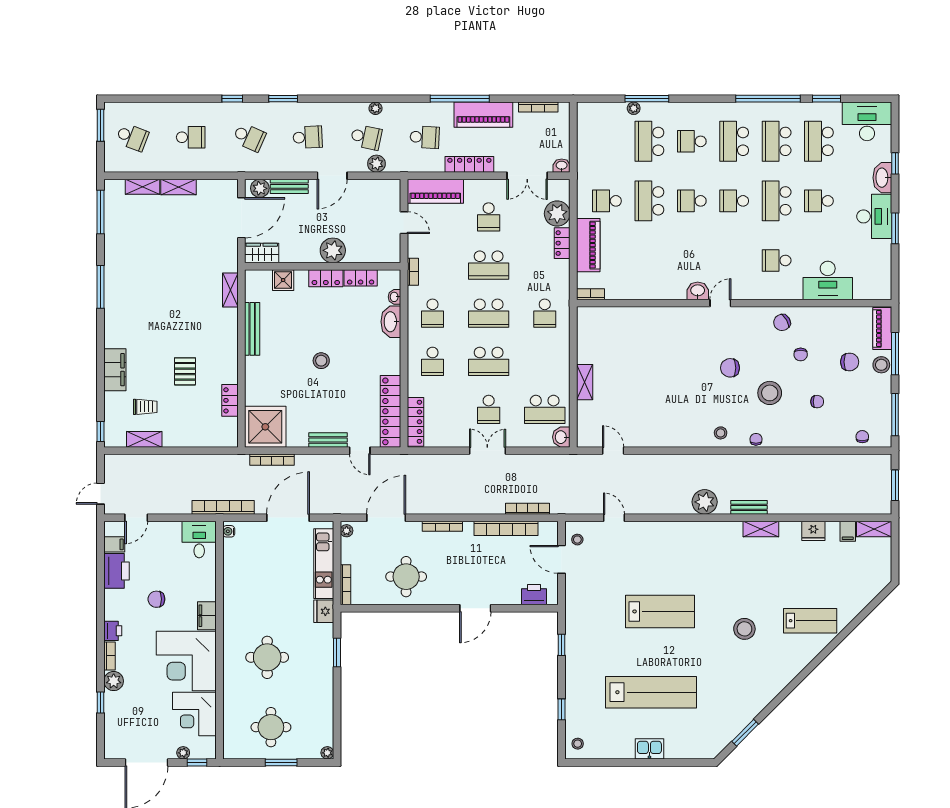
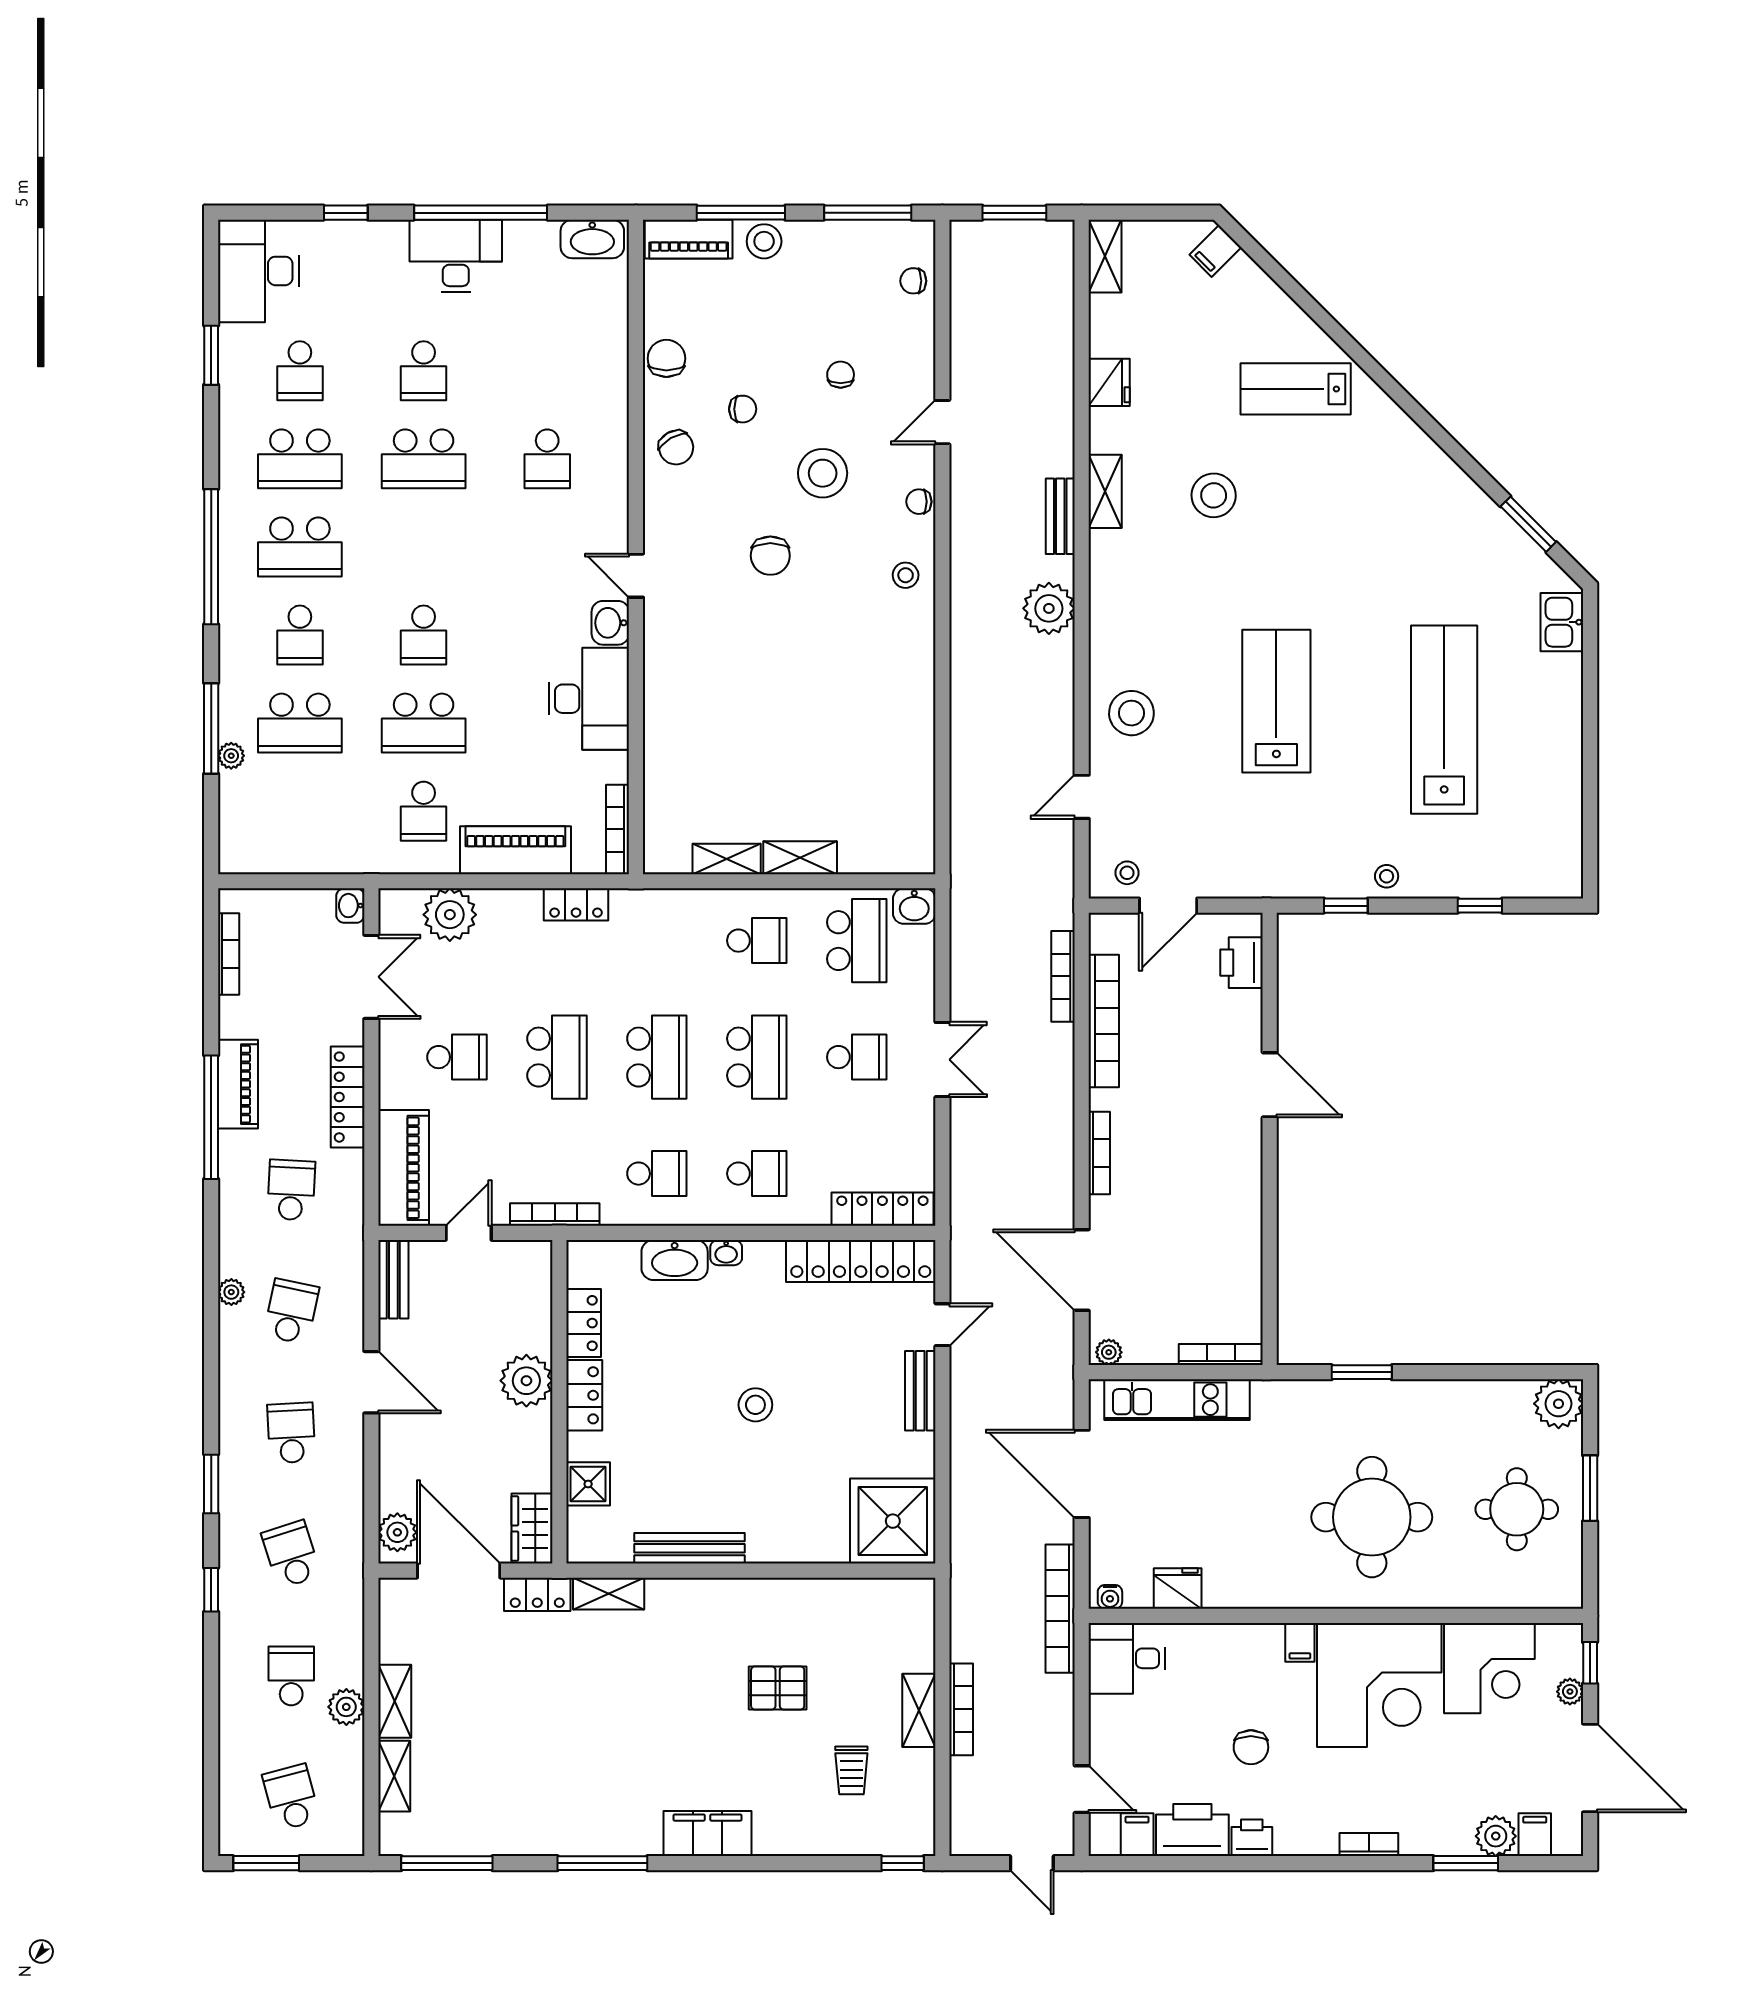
window: (768, 99) -> (211, 557), moved
piano: (483, 115) -> (238, 1084), width x0.73, depth x0.75
school desk: (132, 137) -> (291, 1797), turned -36
school desk: (249, 137) -> (291, 1554), turned -42
school desk: (819, 141) -> (300, 371), width x0.54
plant: (376, 164) -> (346, 1707), moved
washbasin: (882, 178) -> (592, 239), moved
bench: (289, 186) -> (393, 1279), moved
school desk: (734, 201) -> (424, 547), removed
window: (895, 228) -> (481, 213), width x2.11
locker: (562, 243) -> (576, 904), moved
bookcase: (413, 272) -> (555, 1215), width x1.56
desk: (828, 280) -> (589, 699), moved
bookcase: (590, 294) -> (618, 829), width x1.56
washbasin: (394, 297) -> (726, 1253), moved
school desk: (545, 313) -> (757, 941), moved
shelving: (584, 347) -> (727, 859), added
chair: (850, 362) -> (666, 358), moved
filing cabinet: (115, 370) -> (708, 1833), moved
locker: (230, 400) -> (537, 1594), moved
trolley: (145, 407) -> (851, 1770), turned 180
shelving: (144, 439) -> (919, 1710), moved
double door: (487, 451) -> (942, 1060), swing flipped
door: (613, 451) -> (942, 422), moved
bookcase: (272, 460) -> (961, 1709), moved
filing cabinet: (848, 531) -> (1215, 251), moved, turned 135
stool: (654, 542) -> (1131, 713), added
round table: (406, 577) -> (1204, 1228), removed
fridge: (324, 611) -> (1178, 1589), moved, turned 180
filing cabinet: (207, 616) -> (1300, 1642), width x0.50
lab bench: (810, 621) -> (1296, 389), turned -90
stool: (744, 629) -> (1214, 495), moved
printer: (113, 631) -> (1252, 1838), moved
round table: (267, 657) -> (1372, 1517), width x1.36, depth x1.36
plant: (114, 681) -> (1496, 1836), moved
window: (101, 703) -> (1466, 1863), width x1.50
filing cabinet: (114, 736) -> (1535, 1835), added
stool: (578, 744) -> (1387, 876), moved
kitchen sink: (649, 749) -> (1562, 622), moved
plant: (327, 753) -> (1559, 1404), width x1.88, depth x1.88

